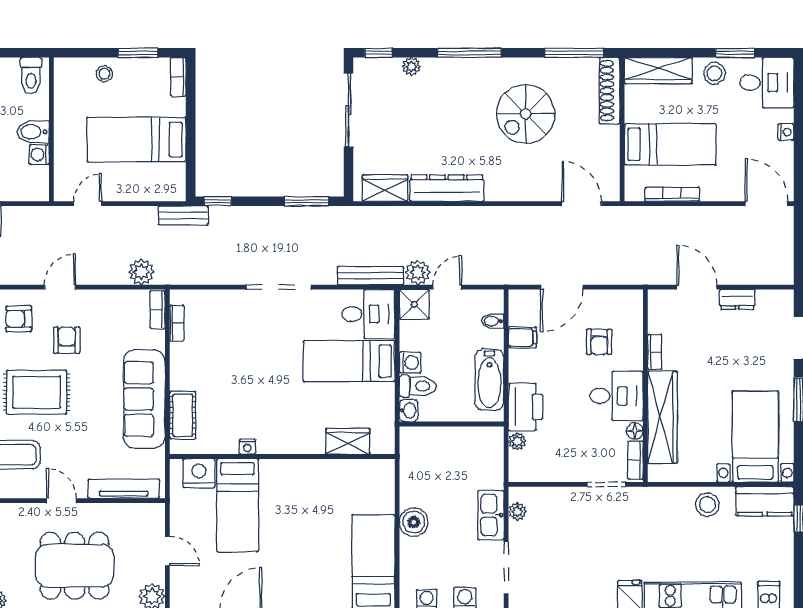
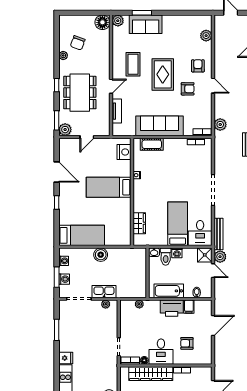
door: (562, 287) -> (213, 325), swing flipped
printer: (526, 407) -> (172, 308), moved
tv unit: (124, 489) -> (117, 111), width x0.71
bed: (238, 505) -> (109, 187), moved

